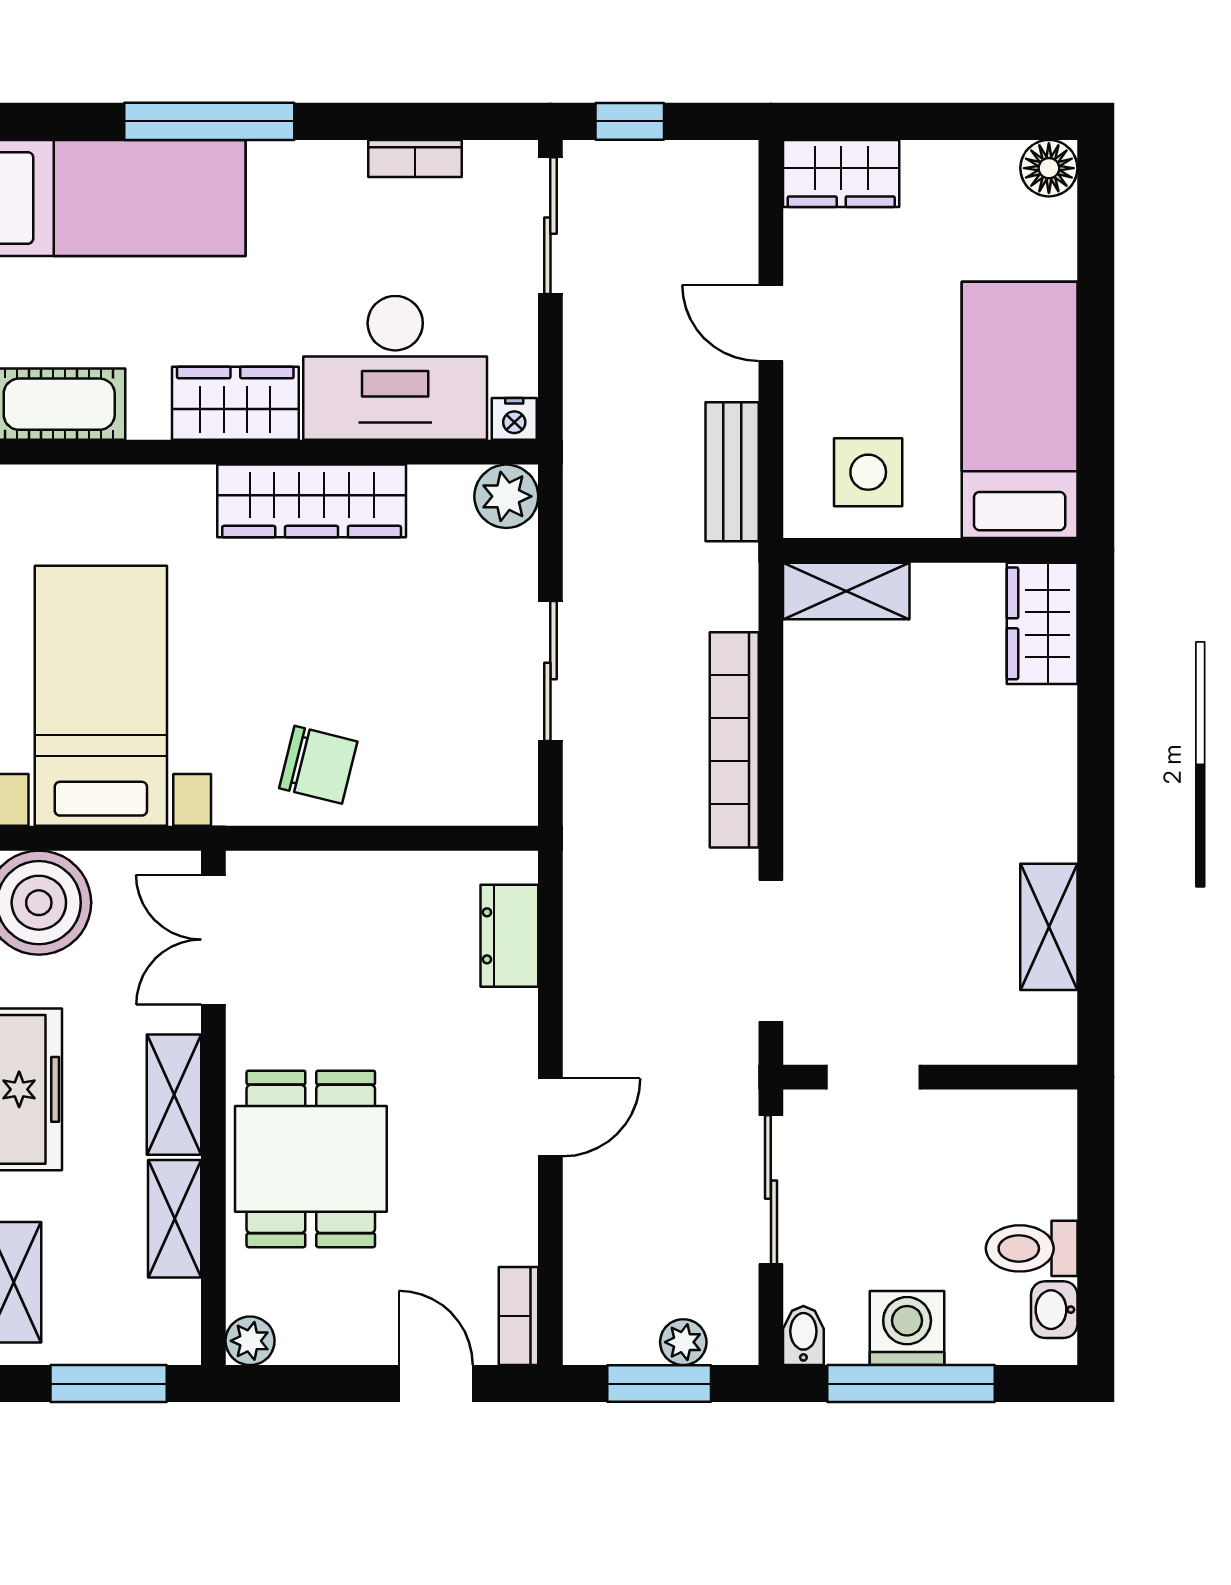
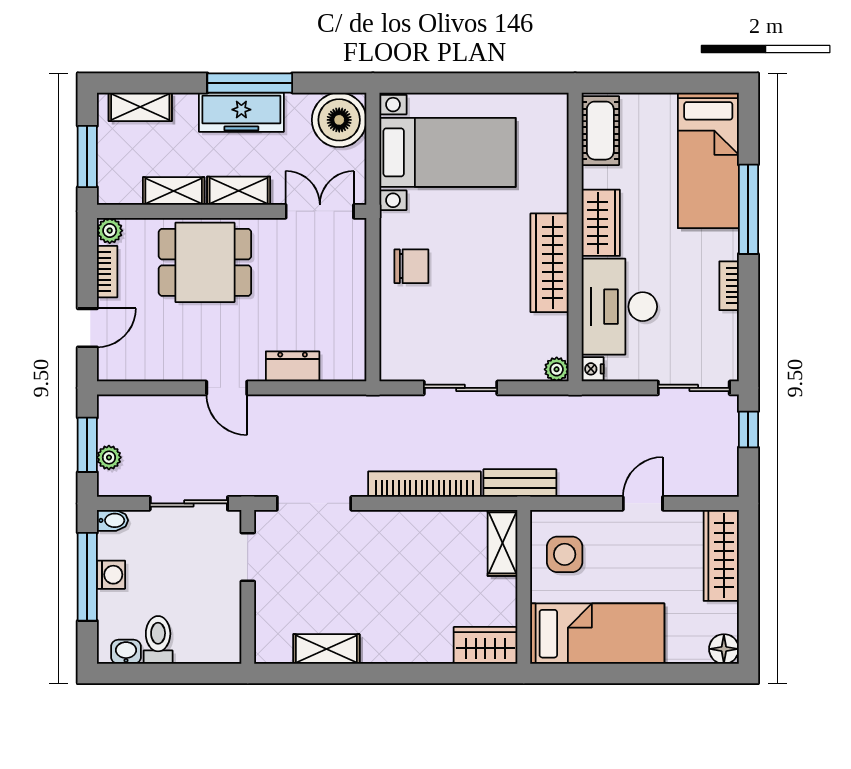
bookcase: (415, 158) -> (729, 286), moved
wardrobe: (841, 173) -> (721, 555), width x1.50
bench: (732, 472) -> (520, 483), moved
plant: (506, 496) -> (557, 369), width x0.73, depth x0.73
chair: (318, 765) -> (411, 266), turned -104
dresser: (509, 936) -> (293, 366), moved
bookcase: (518, 1316) -> (107, 272), moved, turned 90
washing machine: (907, 1328) -> (111, 575), width x0.73, depth x0.73

